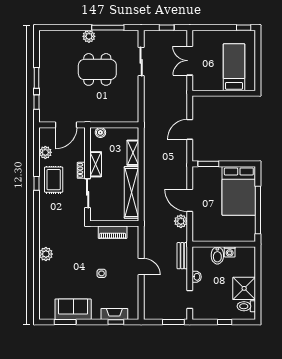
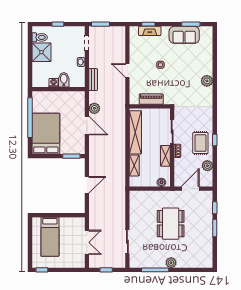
dining table: (97, 69) -> (171, 224), moved, turned 90

